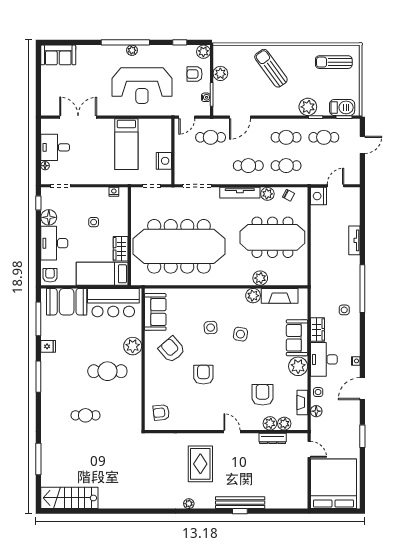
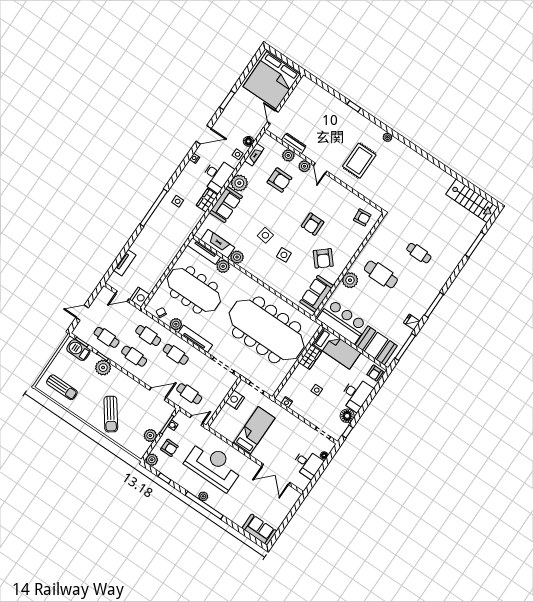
tv unit: (354, 240) -> (125, 263), moved
tv unit: (288, 280) -> (204, 251), added
armchair: (263, 395) -> (279, 180), turned -90
plant: (284, 424) -> (304, 166), moved
bench: (240, 503) -> (350, 112), removed

